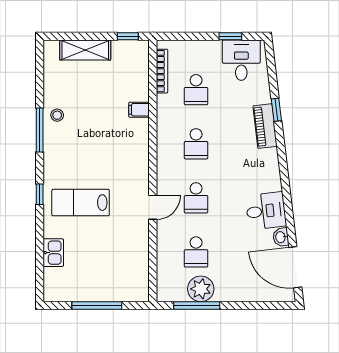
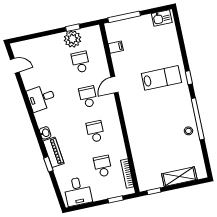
window: (230, 36) -> (116, 199), moved
filing cabinet: (139, 110) -> (116, 47), moved
window: (40, 130) -> (198, 119), width x1.46
washbasin: (281, 237) -> (45, 133), moved
kitchen sink: (53, 253) -> (162, 18), moved, turned -90
door: (295, 267) -> (15, 66), width x0.53
window: (97, 305) -> (124, 17), moved
window: (197, 305) -> (73, 28), width x0.46

